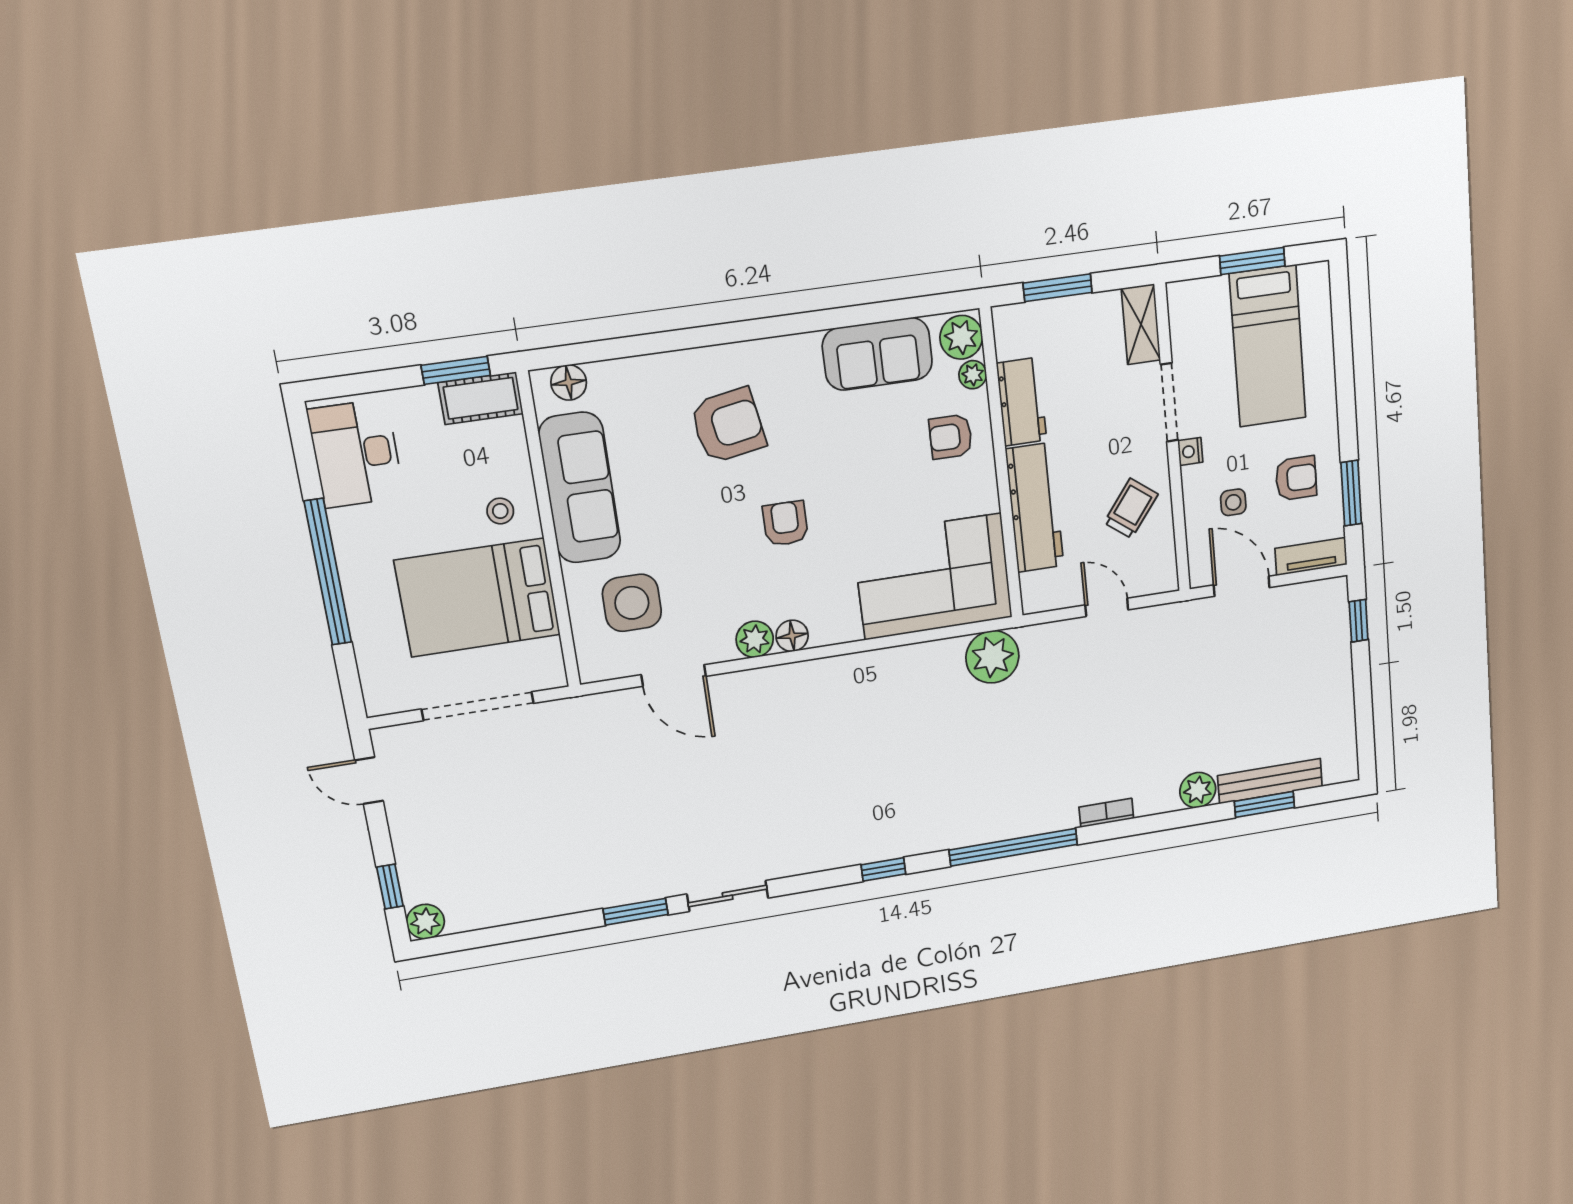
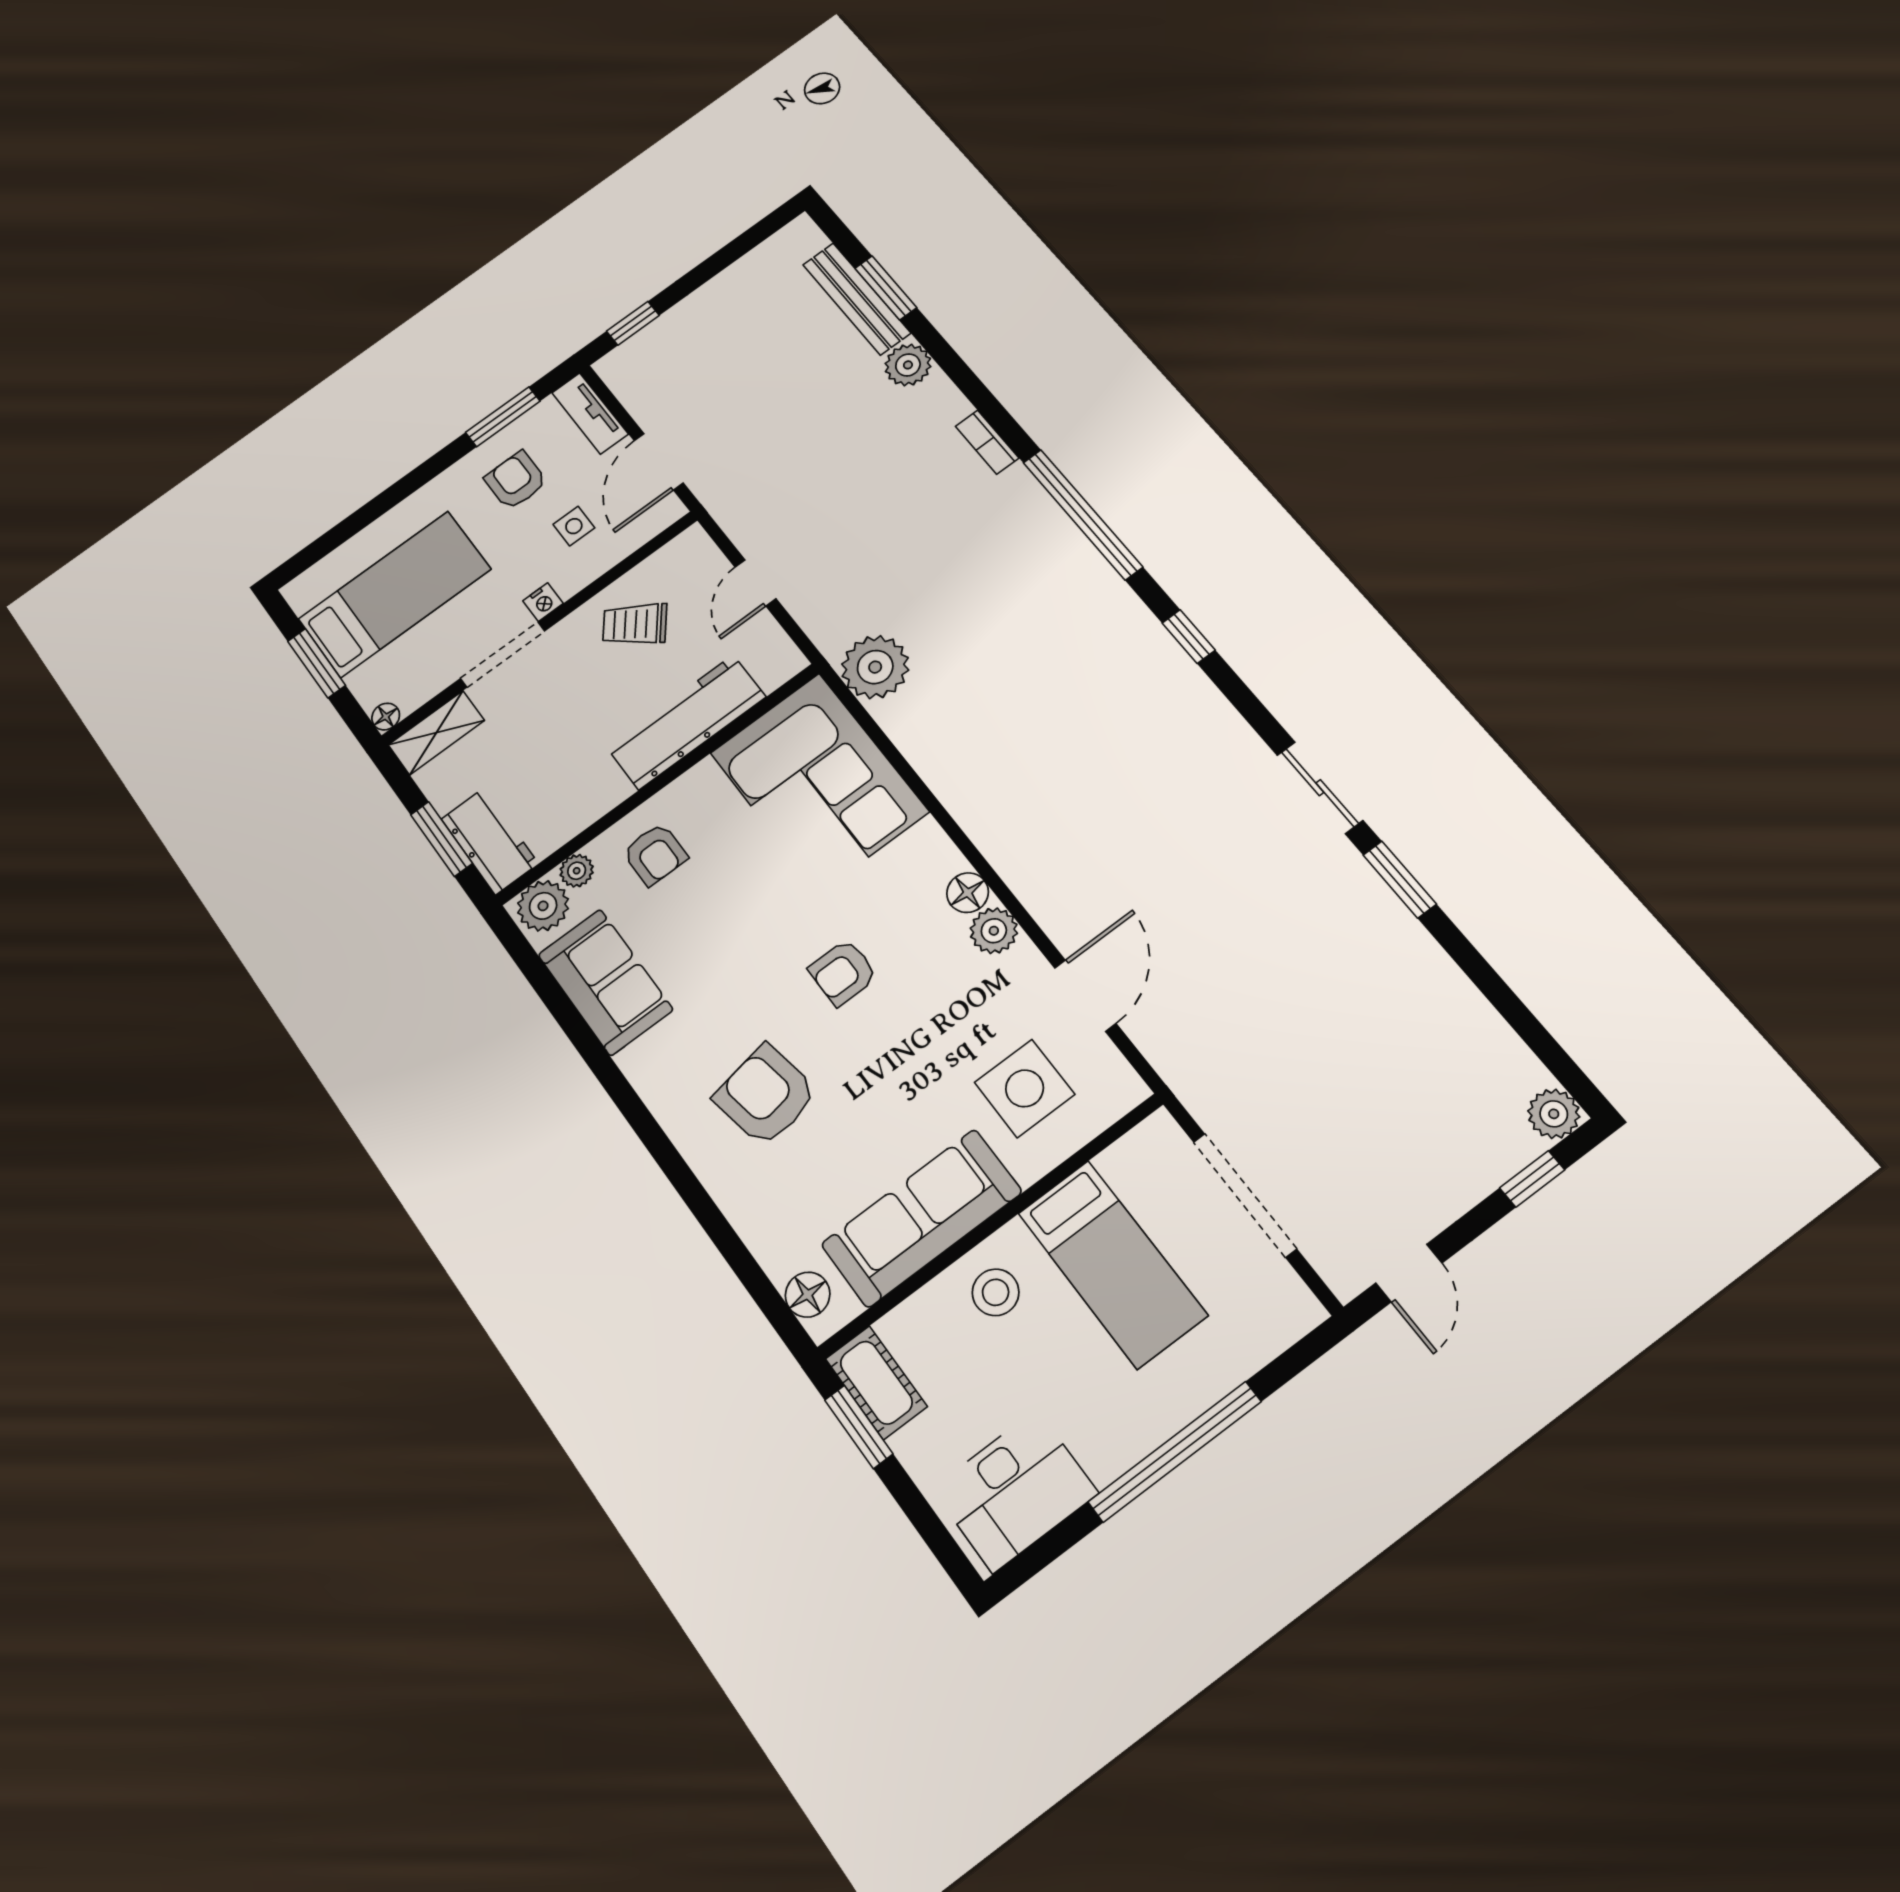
floor lamp: (1177, 293) -> (386, 717), added
workbench: (1022, 402) -> (490, 841), moved, turned 90
stool: (500, 511) -> (996, 1292), width x1.37, depth x1.37
bed: (478, 598) -> (1112, 1264), width x0.67

